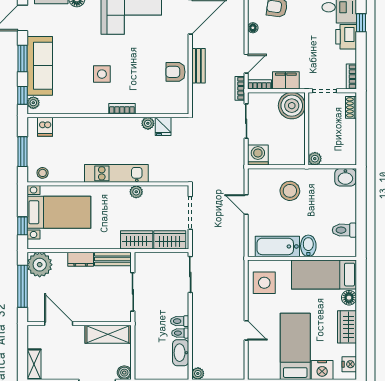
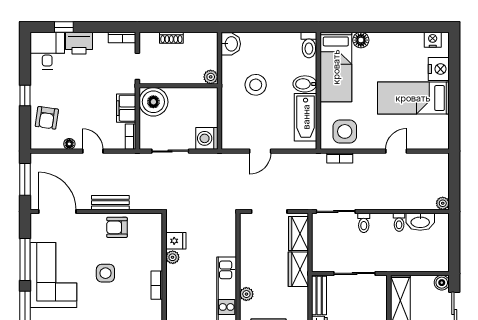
door: (246, 64) -> (93, 151), moved
armchair: (175, 72) -> (117, 227), turned 90
side table: (102, 74) -> (105, 273), moved
bookcase: (240, 88) -> (340, 158), moved
shoe rack: (351, 107) -> (171, 38), moved
stool: (290, 191) -> (256, 85), moved
plant: (136, 192) -> (246, 294), moved
toilet: (344, 230) -> (309, 45), moved
toilet: (180, 321) -> (364, 223), moved
wardrobe: (347, 327) -> (392, 42), removed

